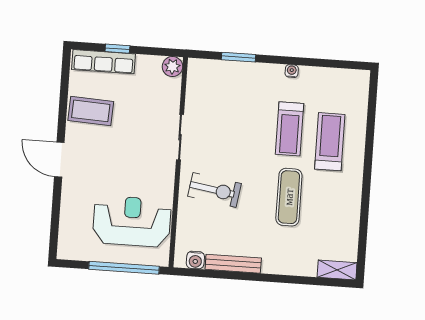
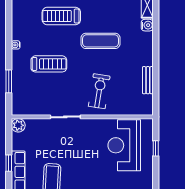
treadmill: (290, 129) -> (49, 64), moved
water cooler: (195, 260) -> (147, 25), moved
bench: (233, 264) -> (148, 80), width x0.73
window: (124, 268) -> (156, 148), width x0.32

